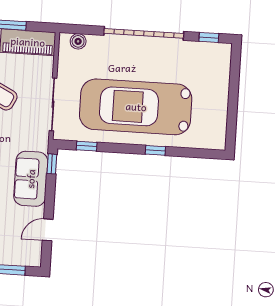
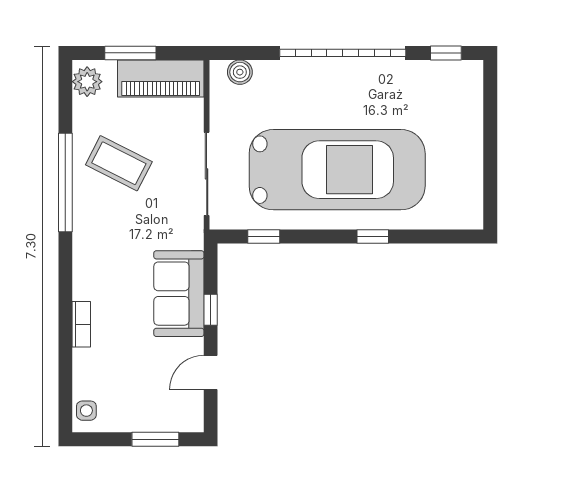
car: (136, 107) -> (337, 170), turned 180
window: (52, 164) -> (211, 310), moved

